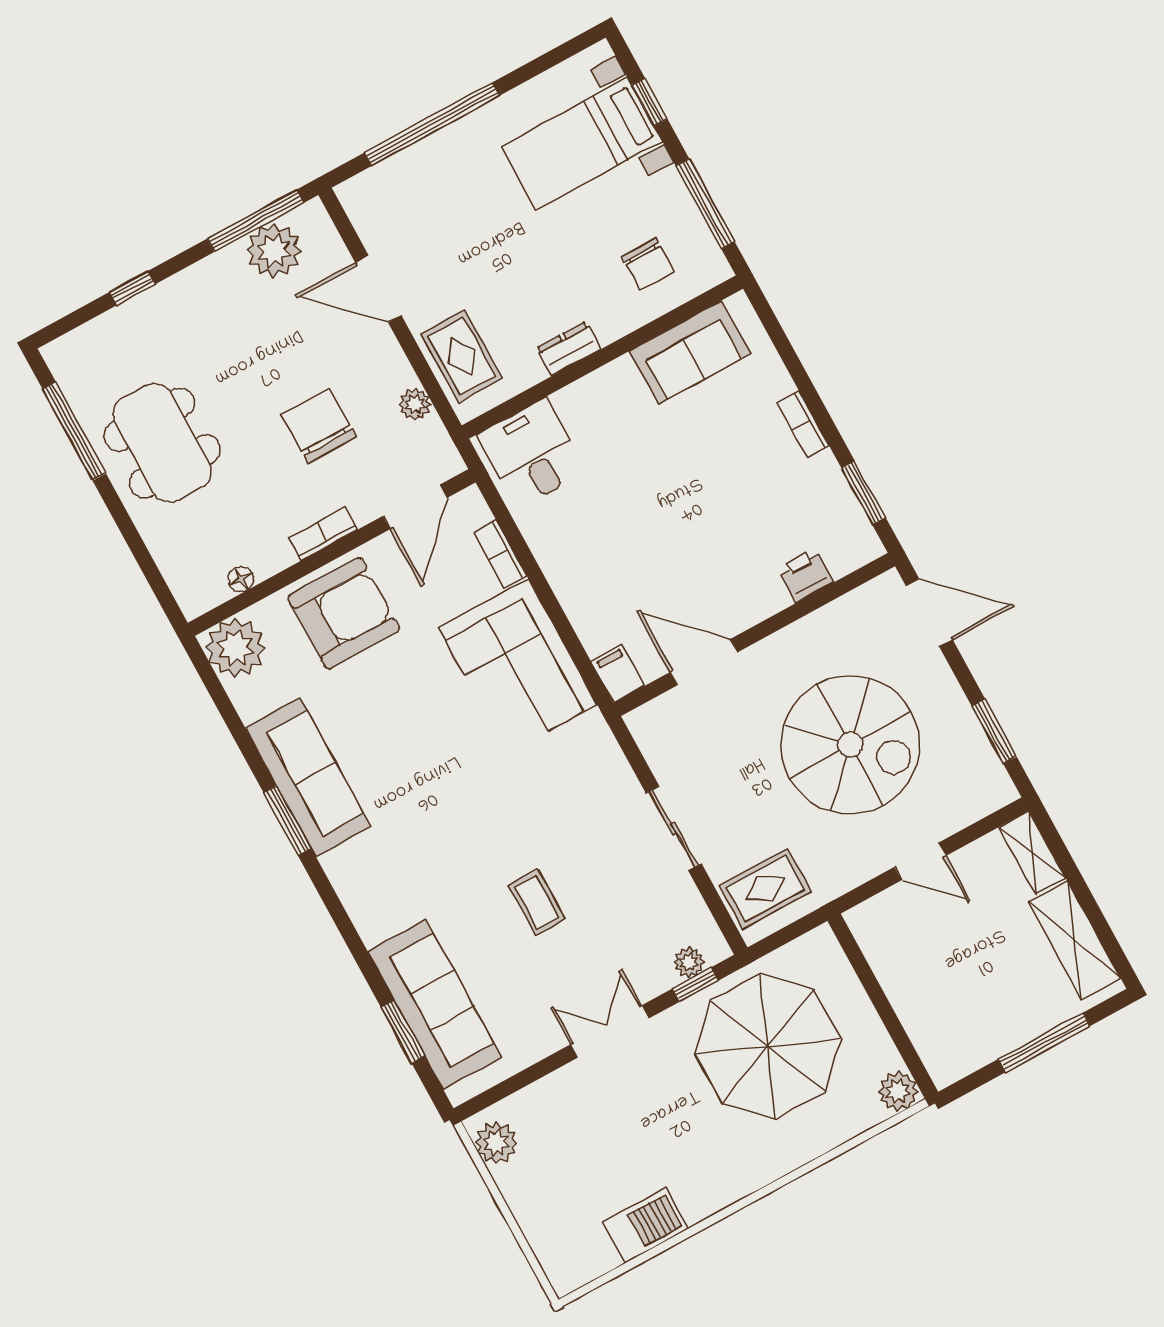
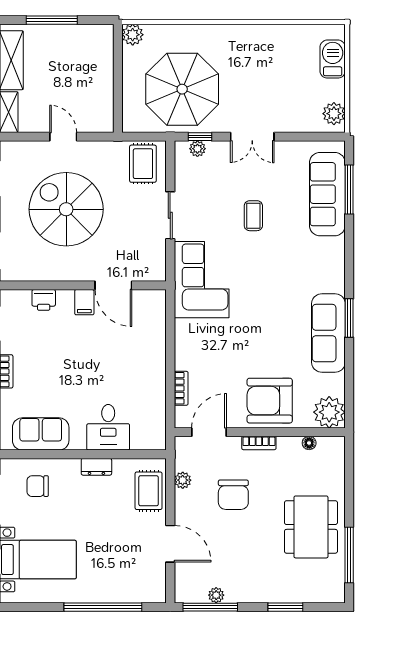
plant: (274, 251) -> (216, 595), width x0.53, depth x0.53
chair: (648, 264) -> (38, 486), turned -90
window: (132, 288) -> (285, 607), width x1.50
desk: (532, 453) -> (108, 427), moved
corner sofa: (518, 666) -> (202, 280), moved
filing cabinet: (618, 673) -> (84, 302), moved
rug: (765, 889) -> (143, 164), turned 90
window: (403, 1032) -> (349, 190), width x1.44
barbecue: (645, 1225) -> (333, 59), moved, turned 90

